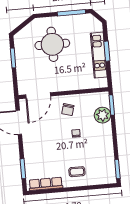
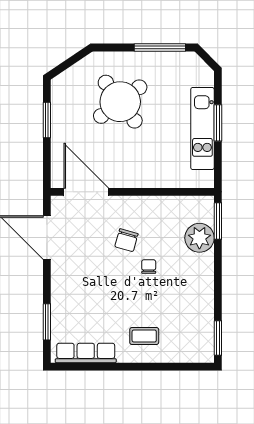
round table: (52, 44) -> (120, 102), turned -37
door: (38, 95) -> (86, 192), swing flipped
chair: (68, 110) -> (126, 240), moved

